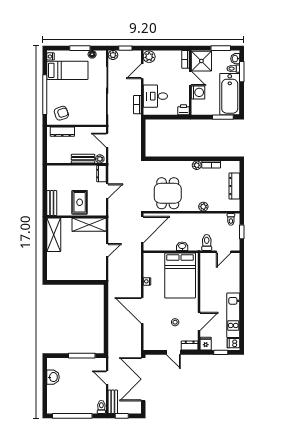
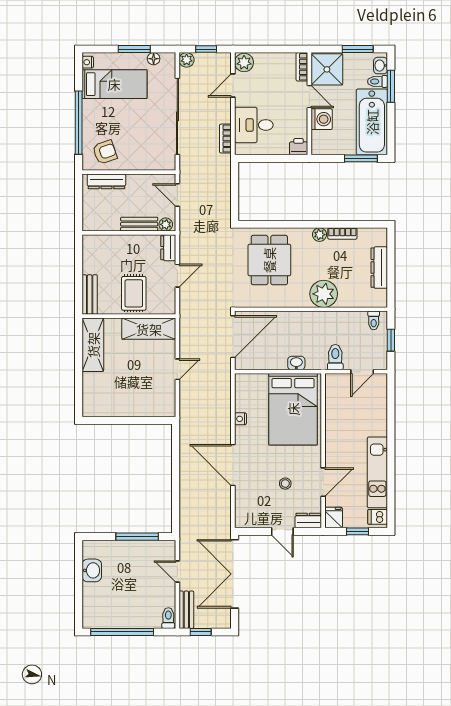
dining table: (168, 193) -> (269, 260), moved
plant: (203, 207) -> (324, 294), width x1.88, depth x1.88

